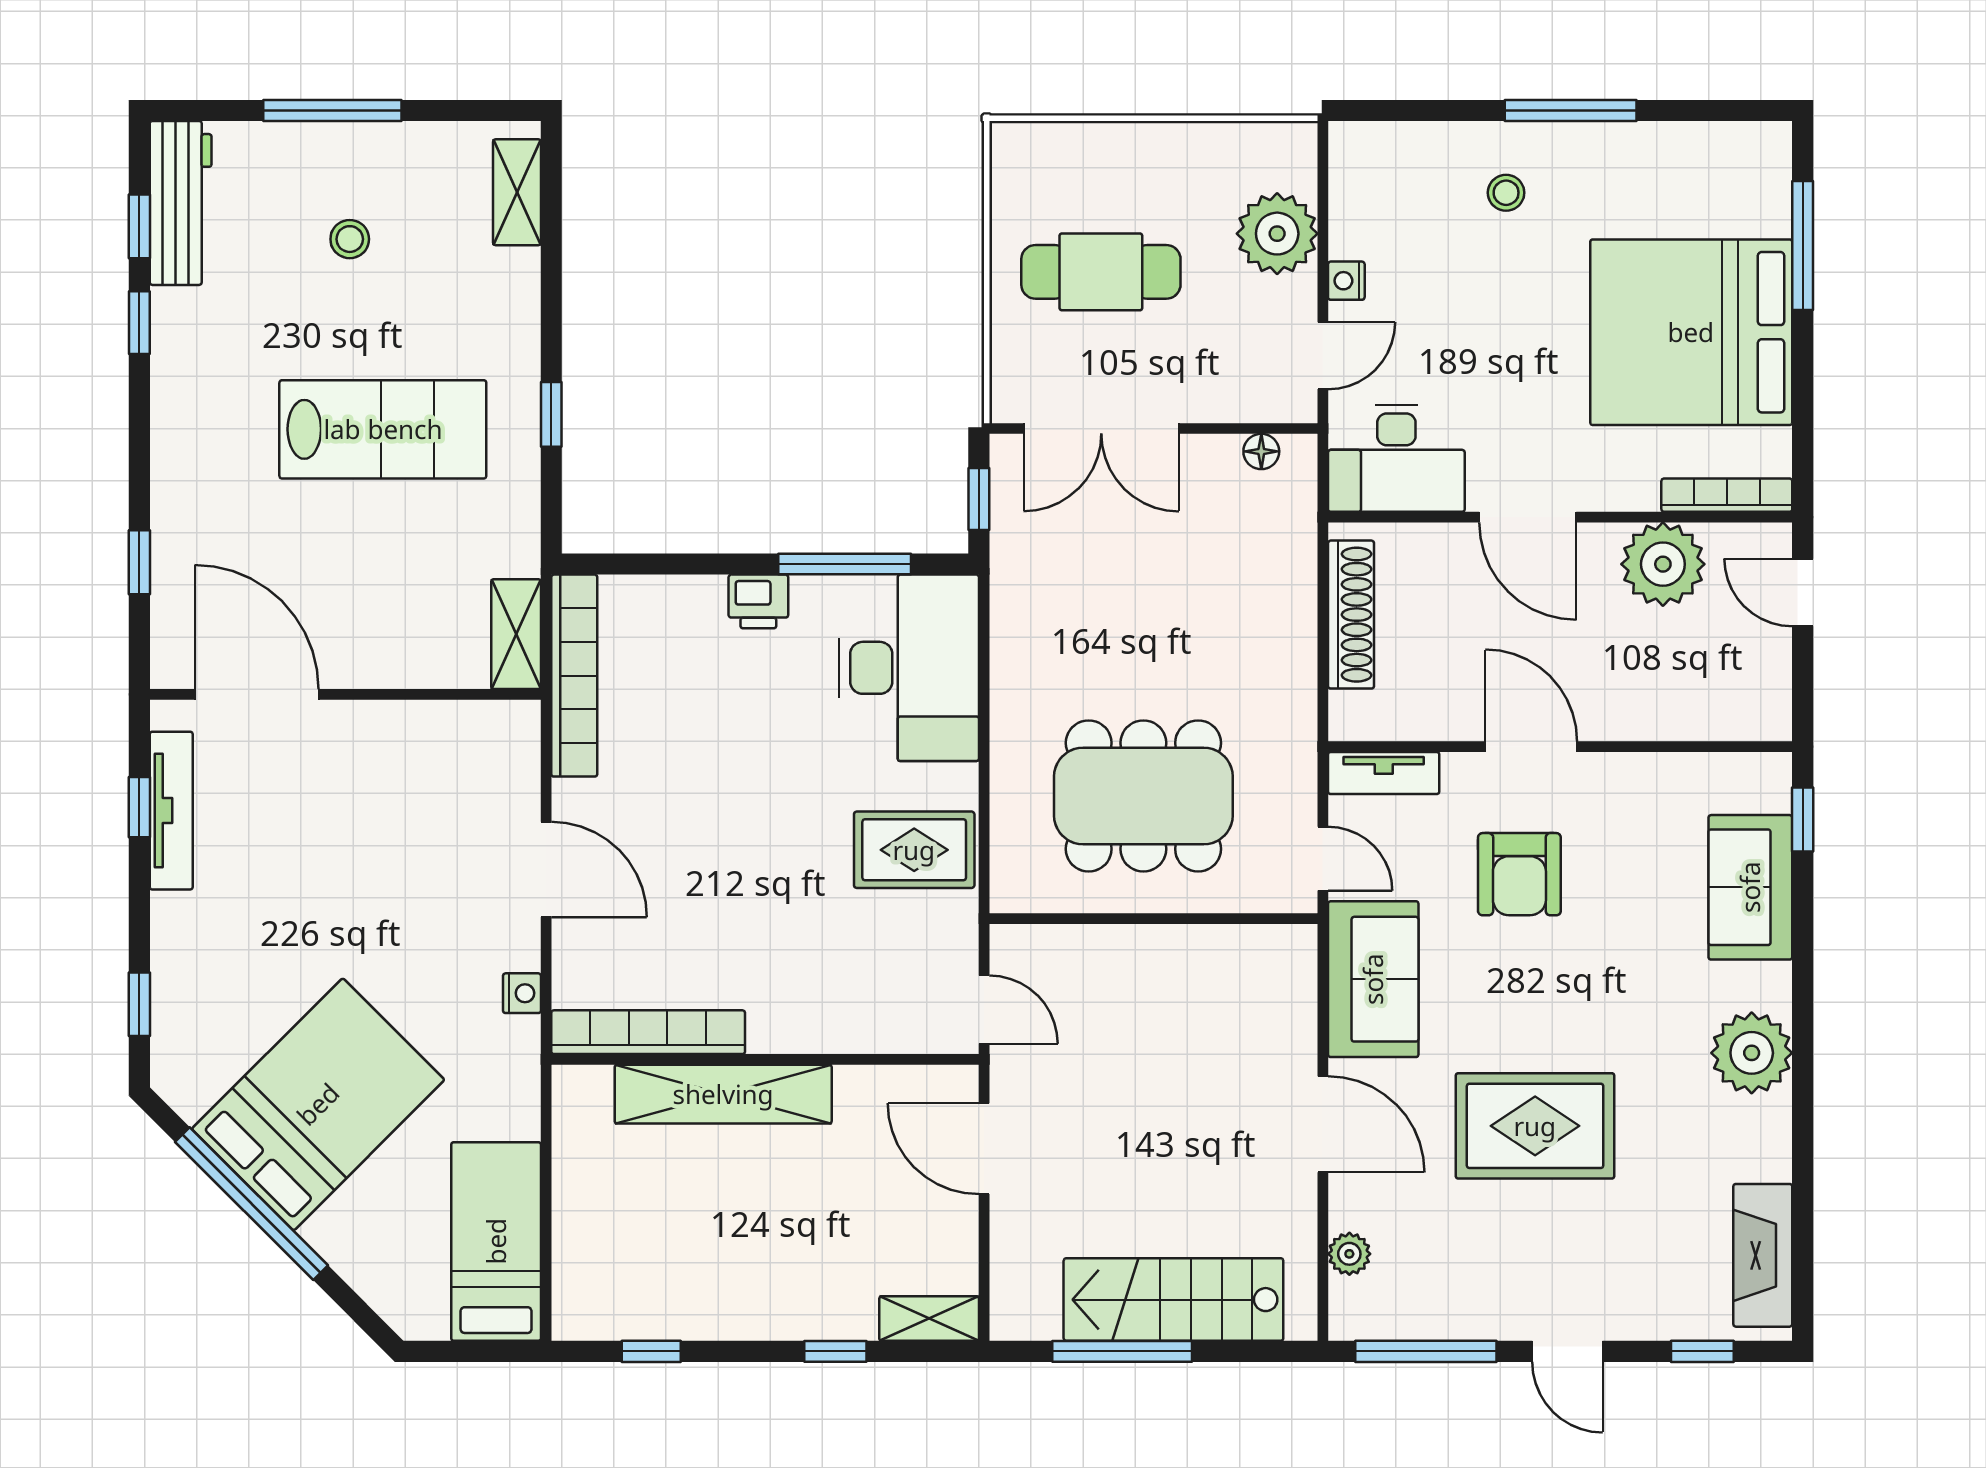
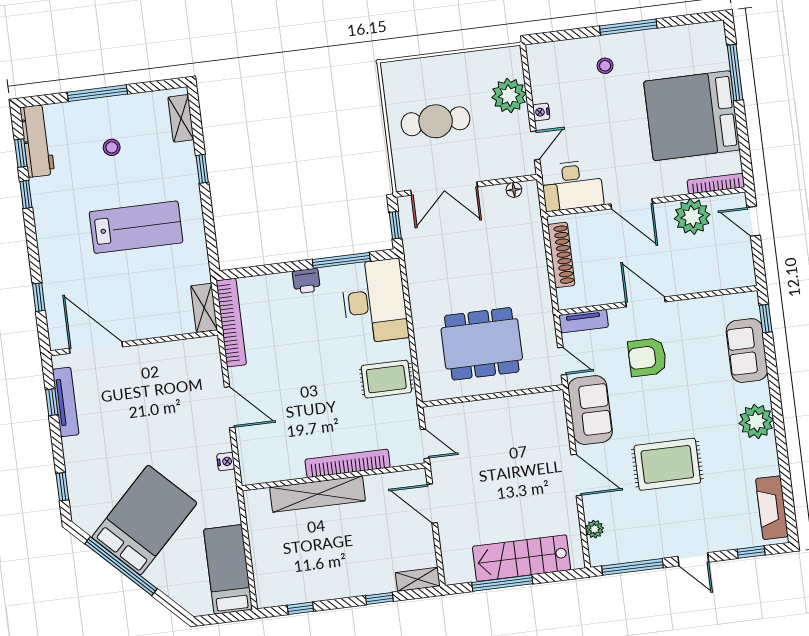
window: (551, 414) -> (202, 169), moved
armchair: (1519, 874) -> (647, 357), turned 90
bookcase: (648, 1032) -> (348, 463), moved

